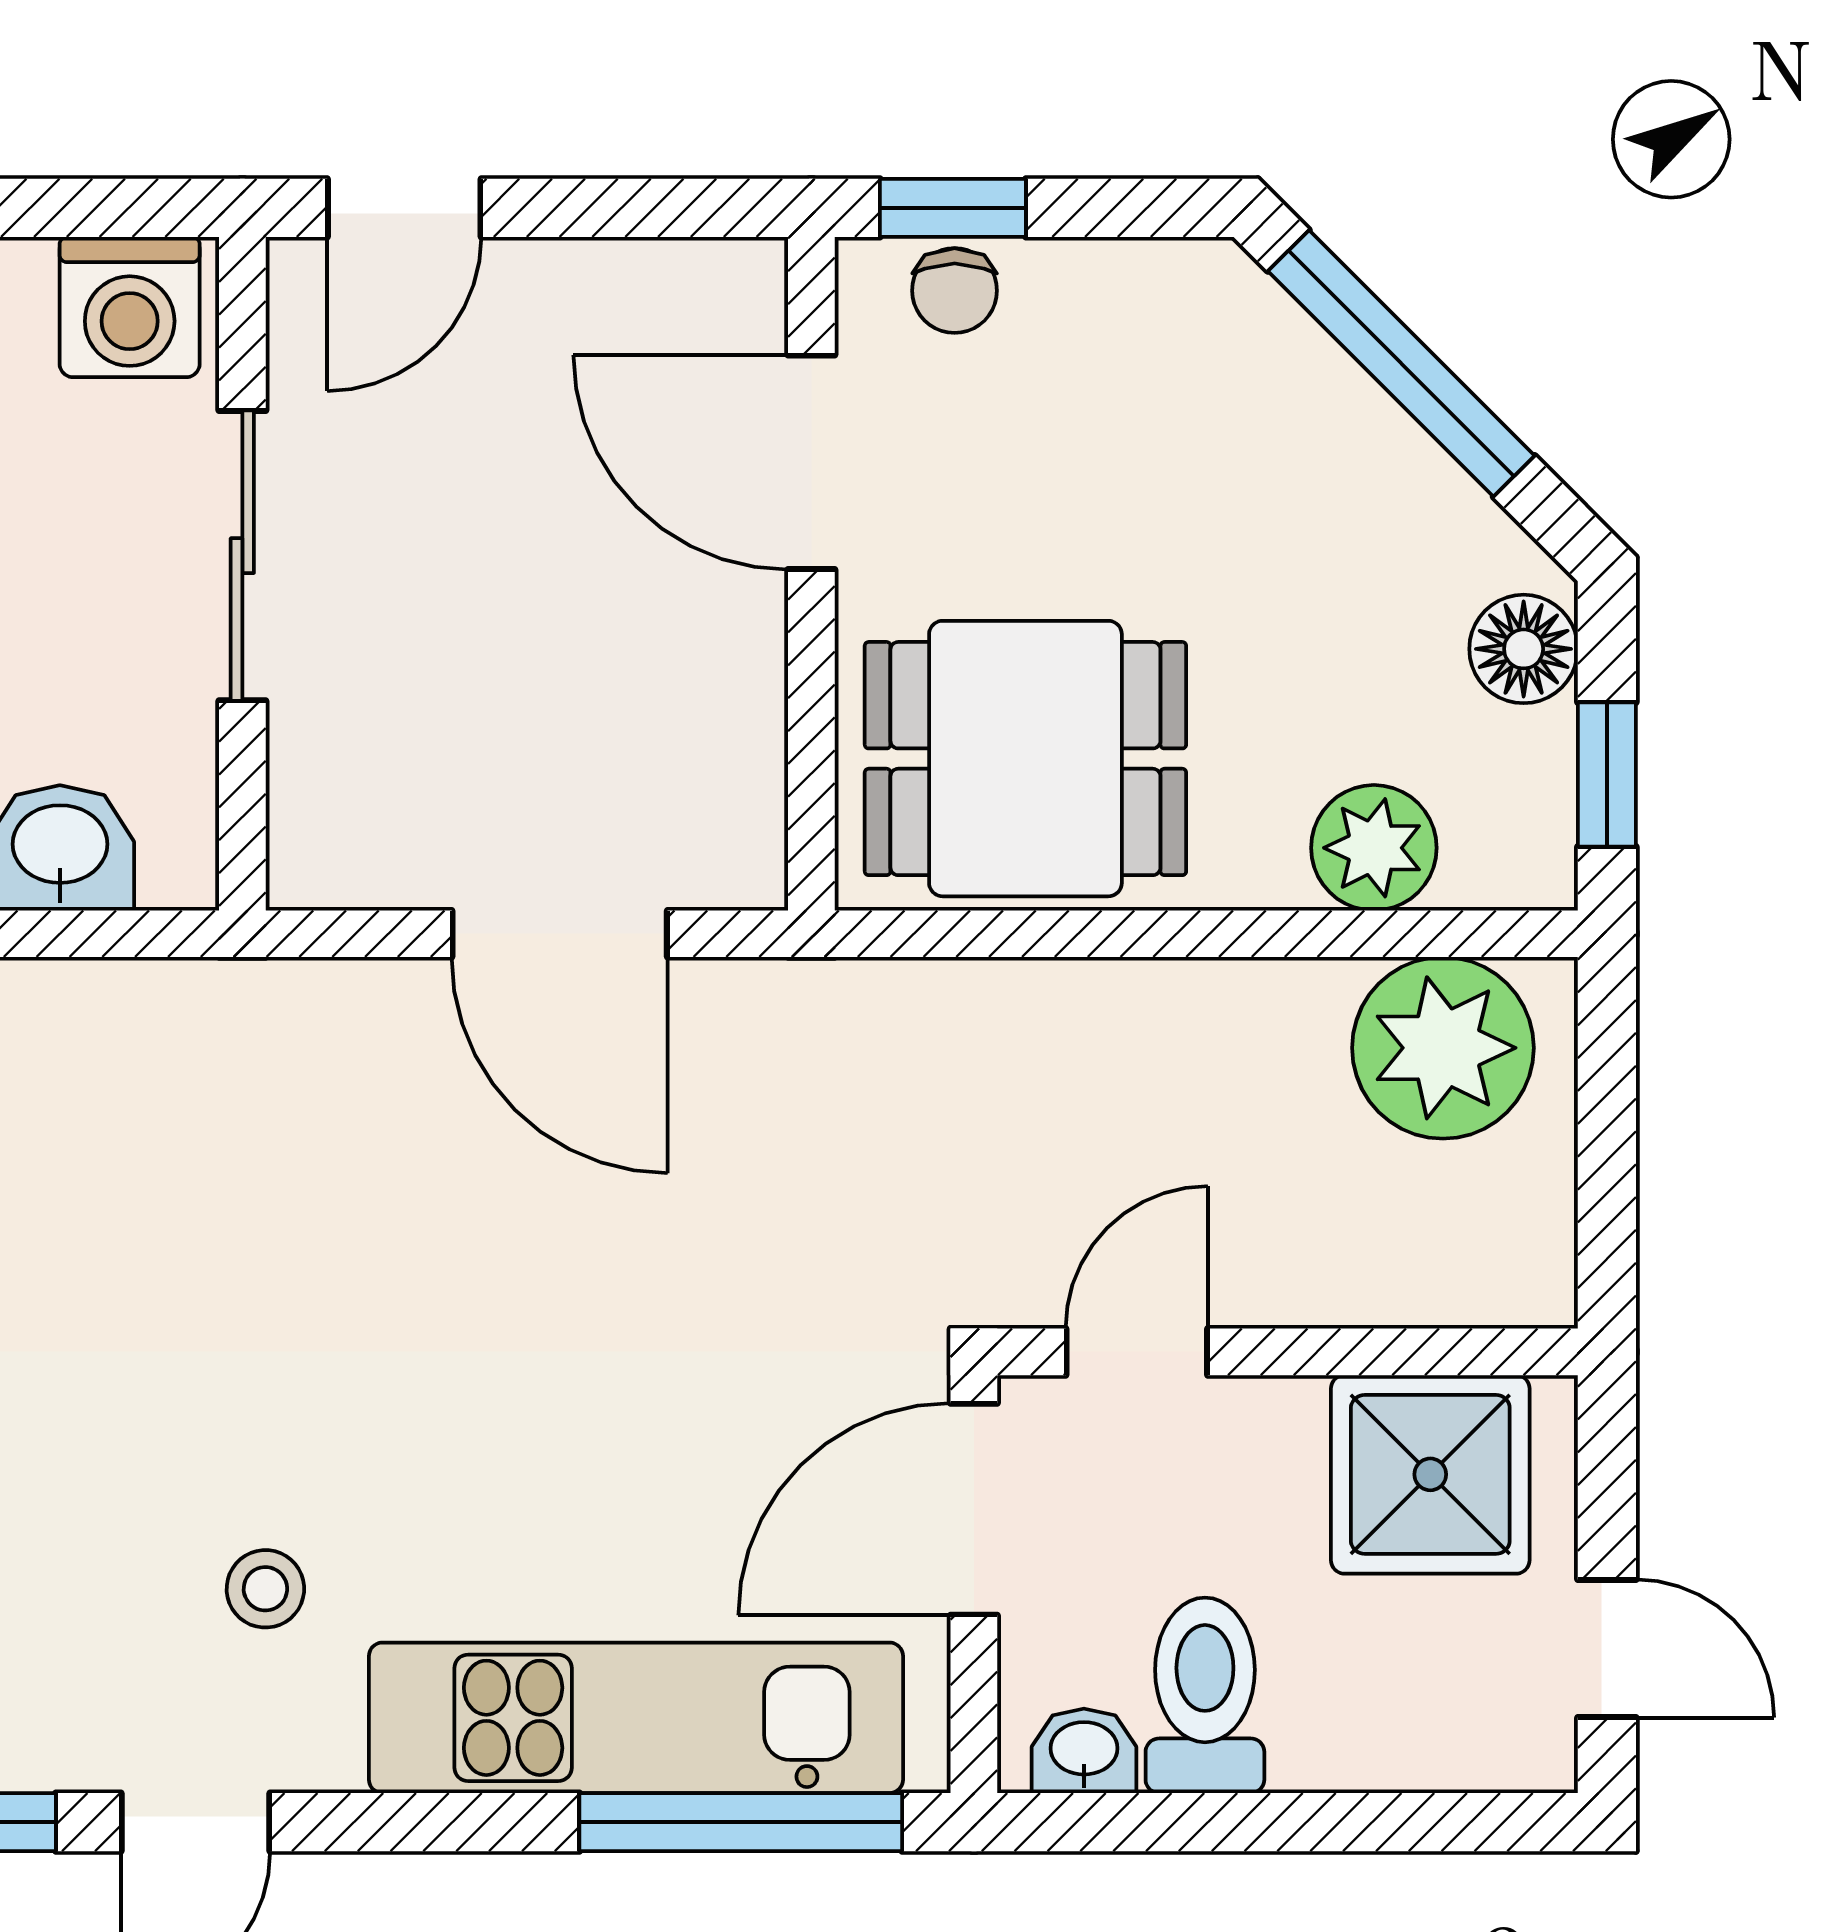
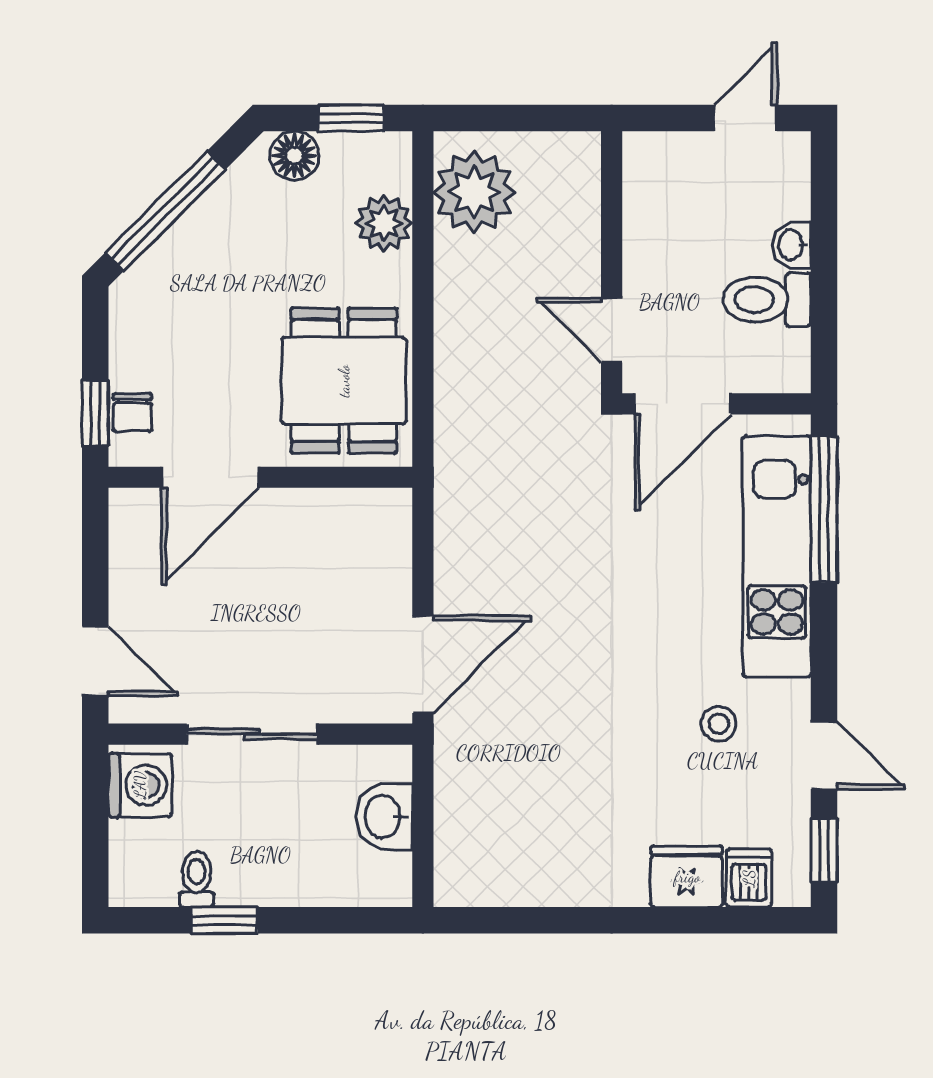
chair: (955, 291) -> (132, 413), turned 90
door: (560, 934) -> (423, 664), moved
shower: (1430, 1474) -> (667, 198), removed
door: (974, 1509) -> (683, 404), hinge flipped
washbasin: (1084, 1751) -> (792, 245), moved

